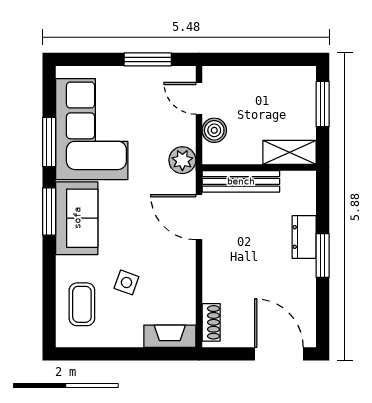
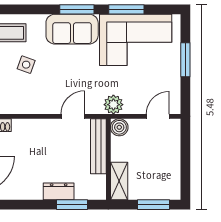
window: (148, 59) -> (185, 60), moved
boiler: (214, 130) -> (119, 127), moved
door: (199, 217) -> (73, 116), width x0.73
window: (323, 256) -> (72, 205), moved

